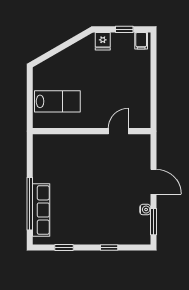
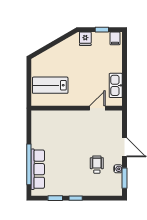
lab bench: (57, 101) -> (50, 85), turned 180
kitchen sink: (142, 102) -> (116, 85), added
wheelchair: (118, 204) -> (97, 165), added
window: (109, 247) -> (76, 198), moved

